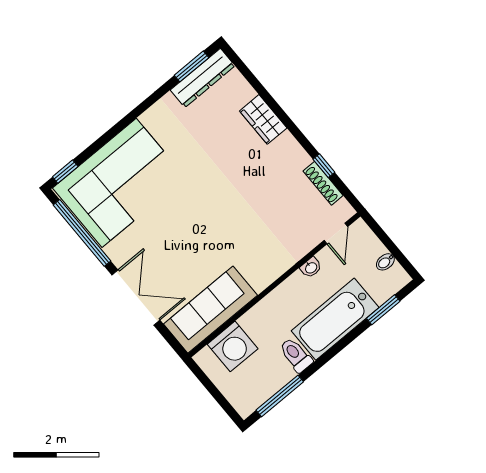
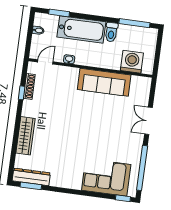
wardrobe: (263, 119) -> (26, 136), width x1.50
corner sofa: (119, 183) -> (106, 177), width x0.73, depth x0.74
double door: (136, 298) -> (148, 121), width x0.73
sofa: (210, 310) -> (104, 82), moved

